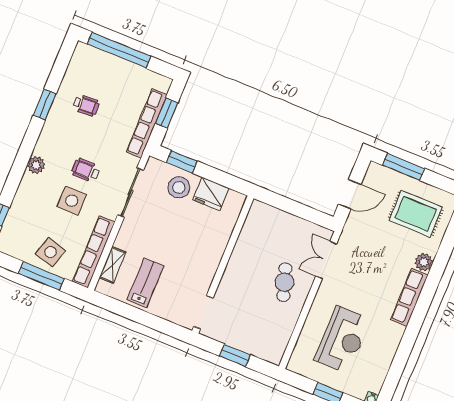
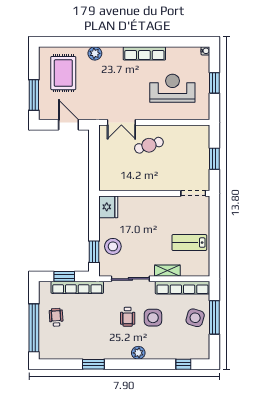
wheelchair: (86, 105) -> (56, 317), moved
fridge: (211, 194) -> (108, 207), moved
shelving: (113, 265) -> (167, 271), moved
row of seats: (409, 297) -> (144, 53), moved

